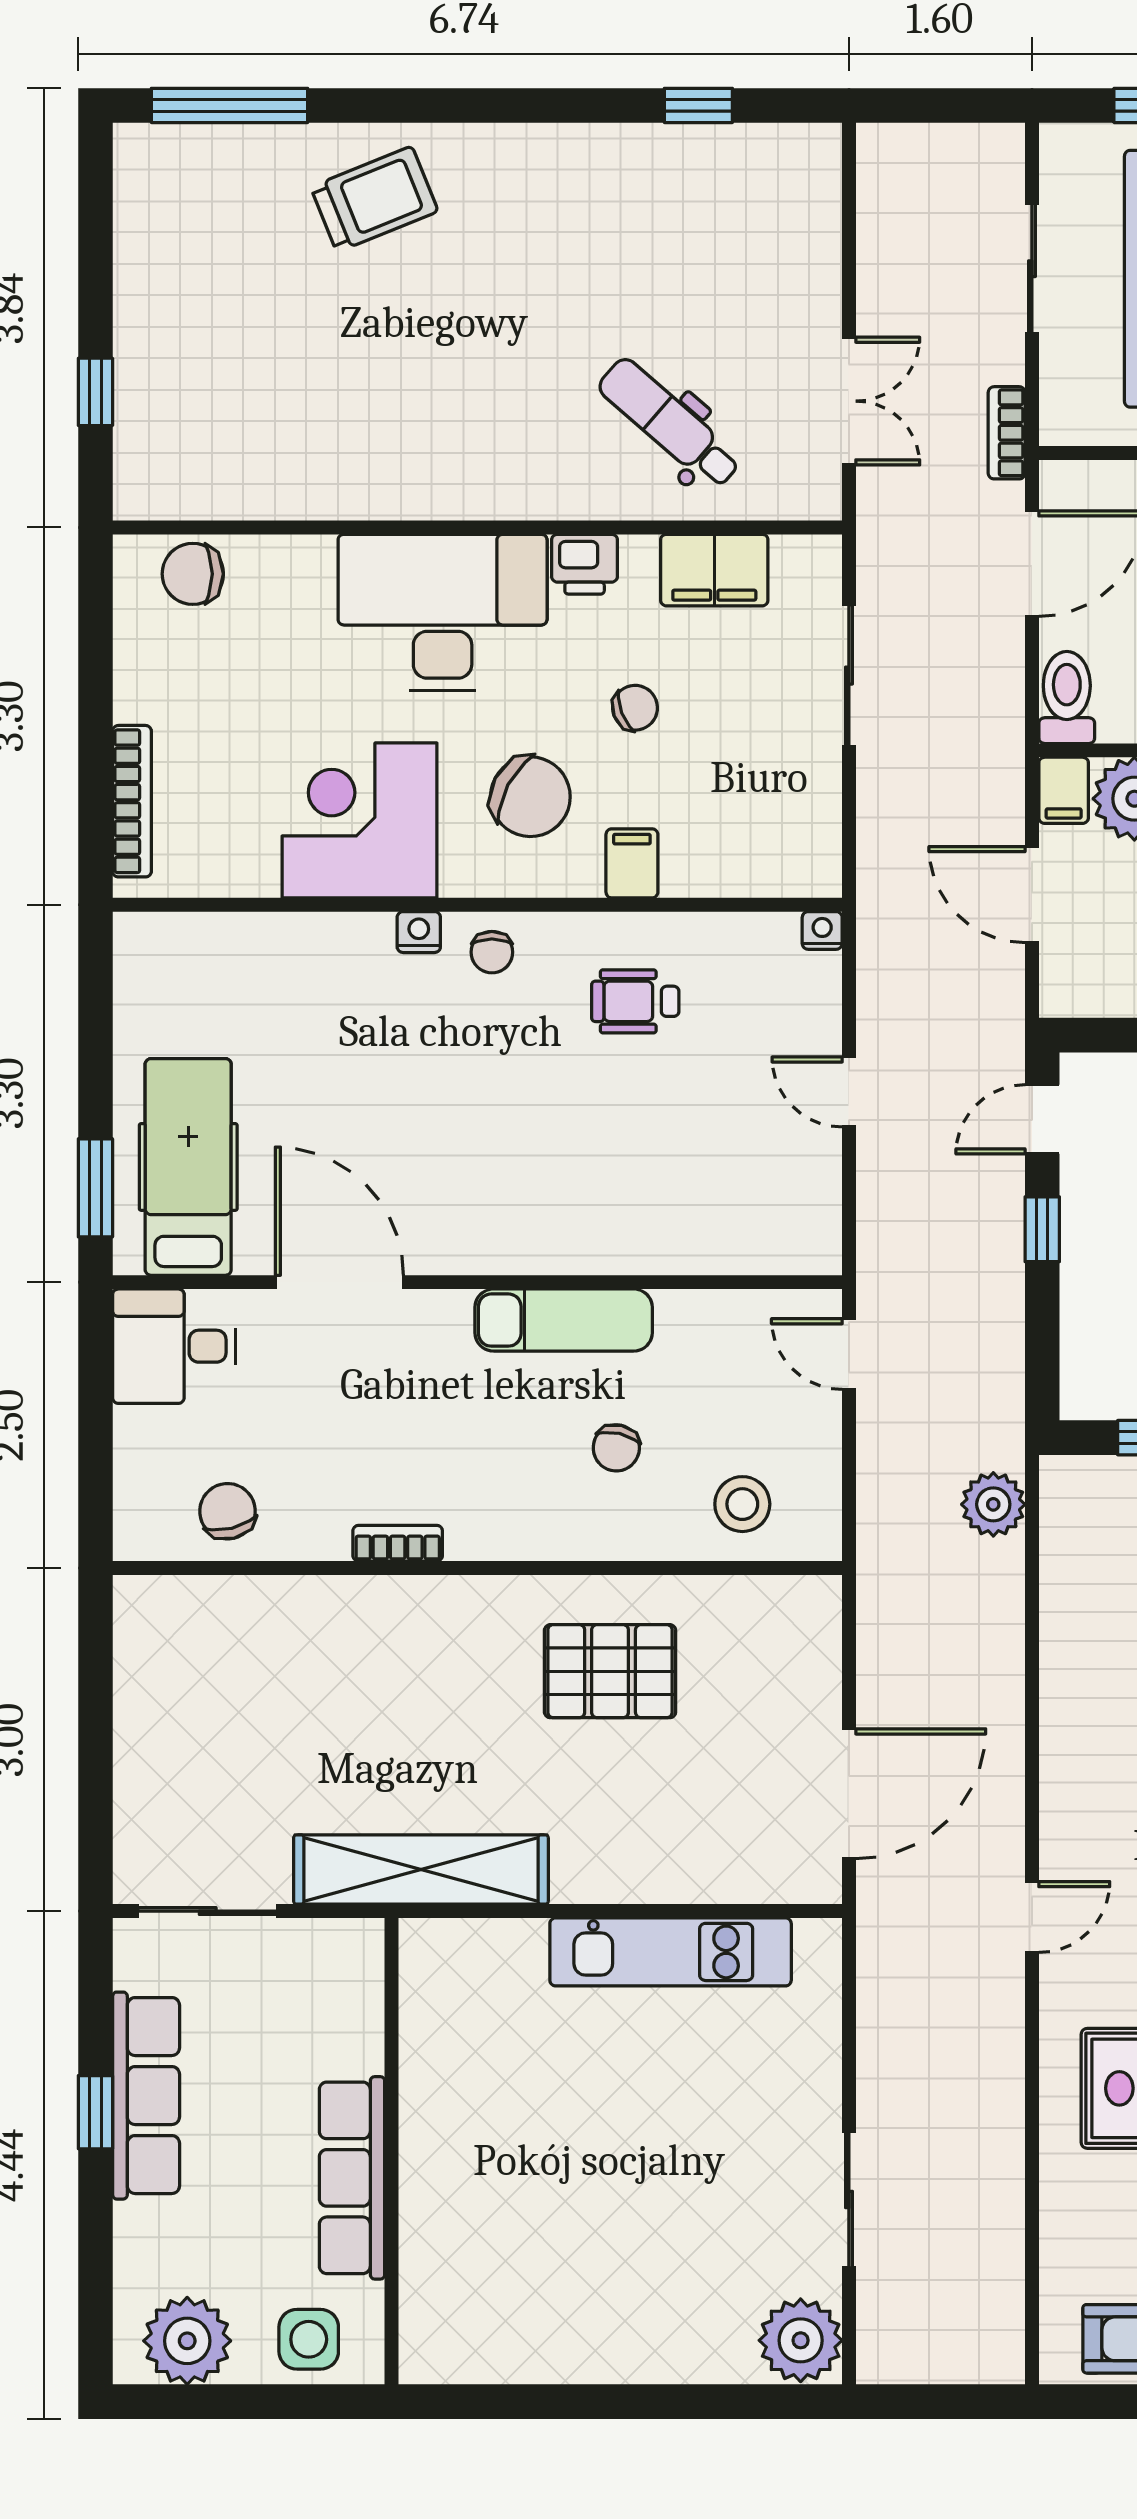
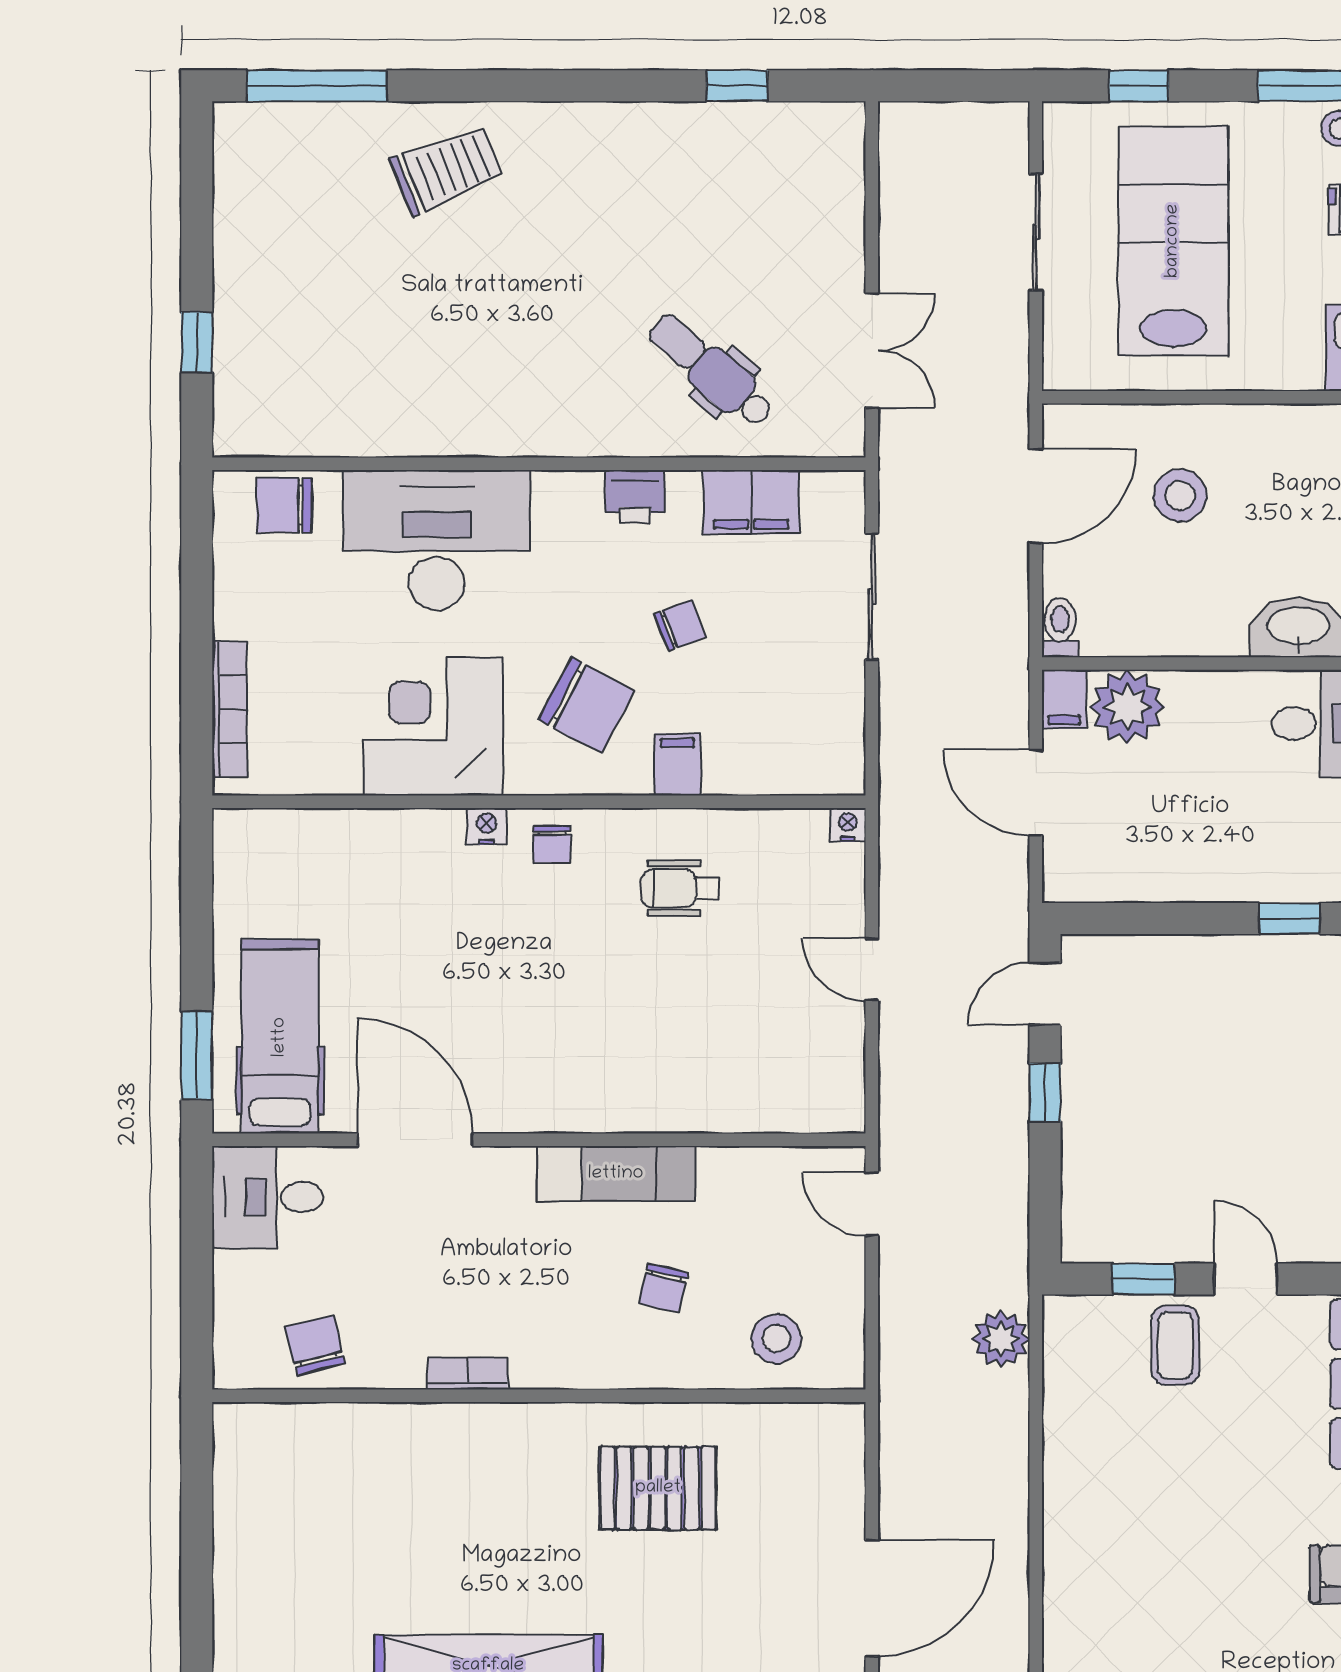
bookcase: (1007, 433) -> (1013, 379), removed
desk: (443, 612) -> (437, 540), moved
toilet: (1067, 697) -> (1060, 628), width x0.73, depth x0.72

